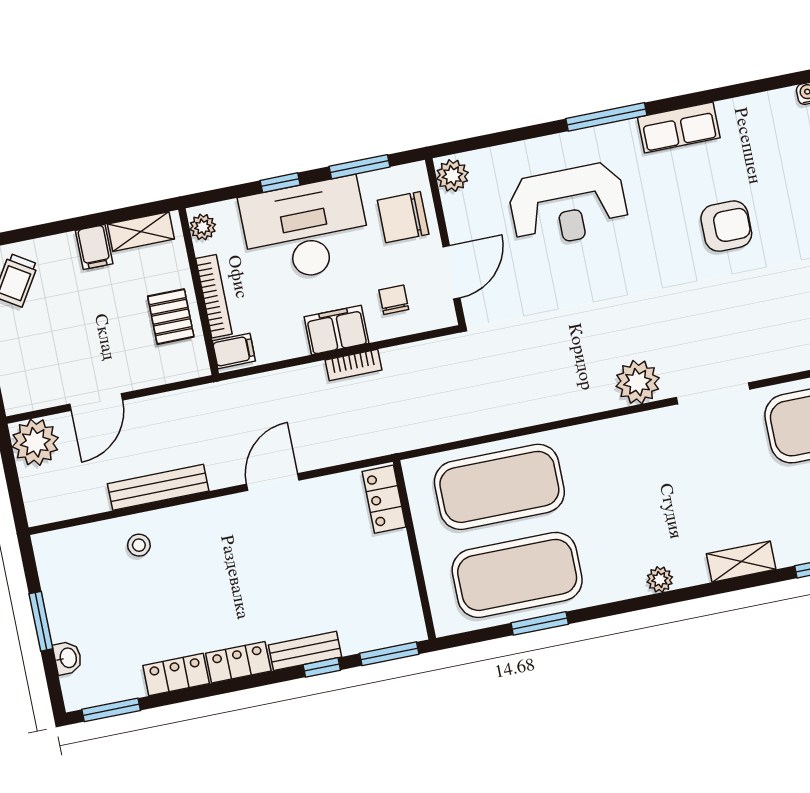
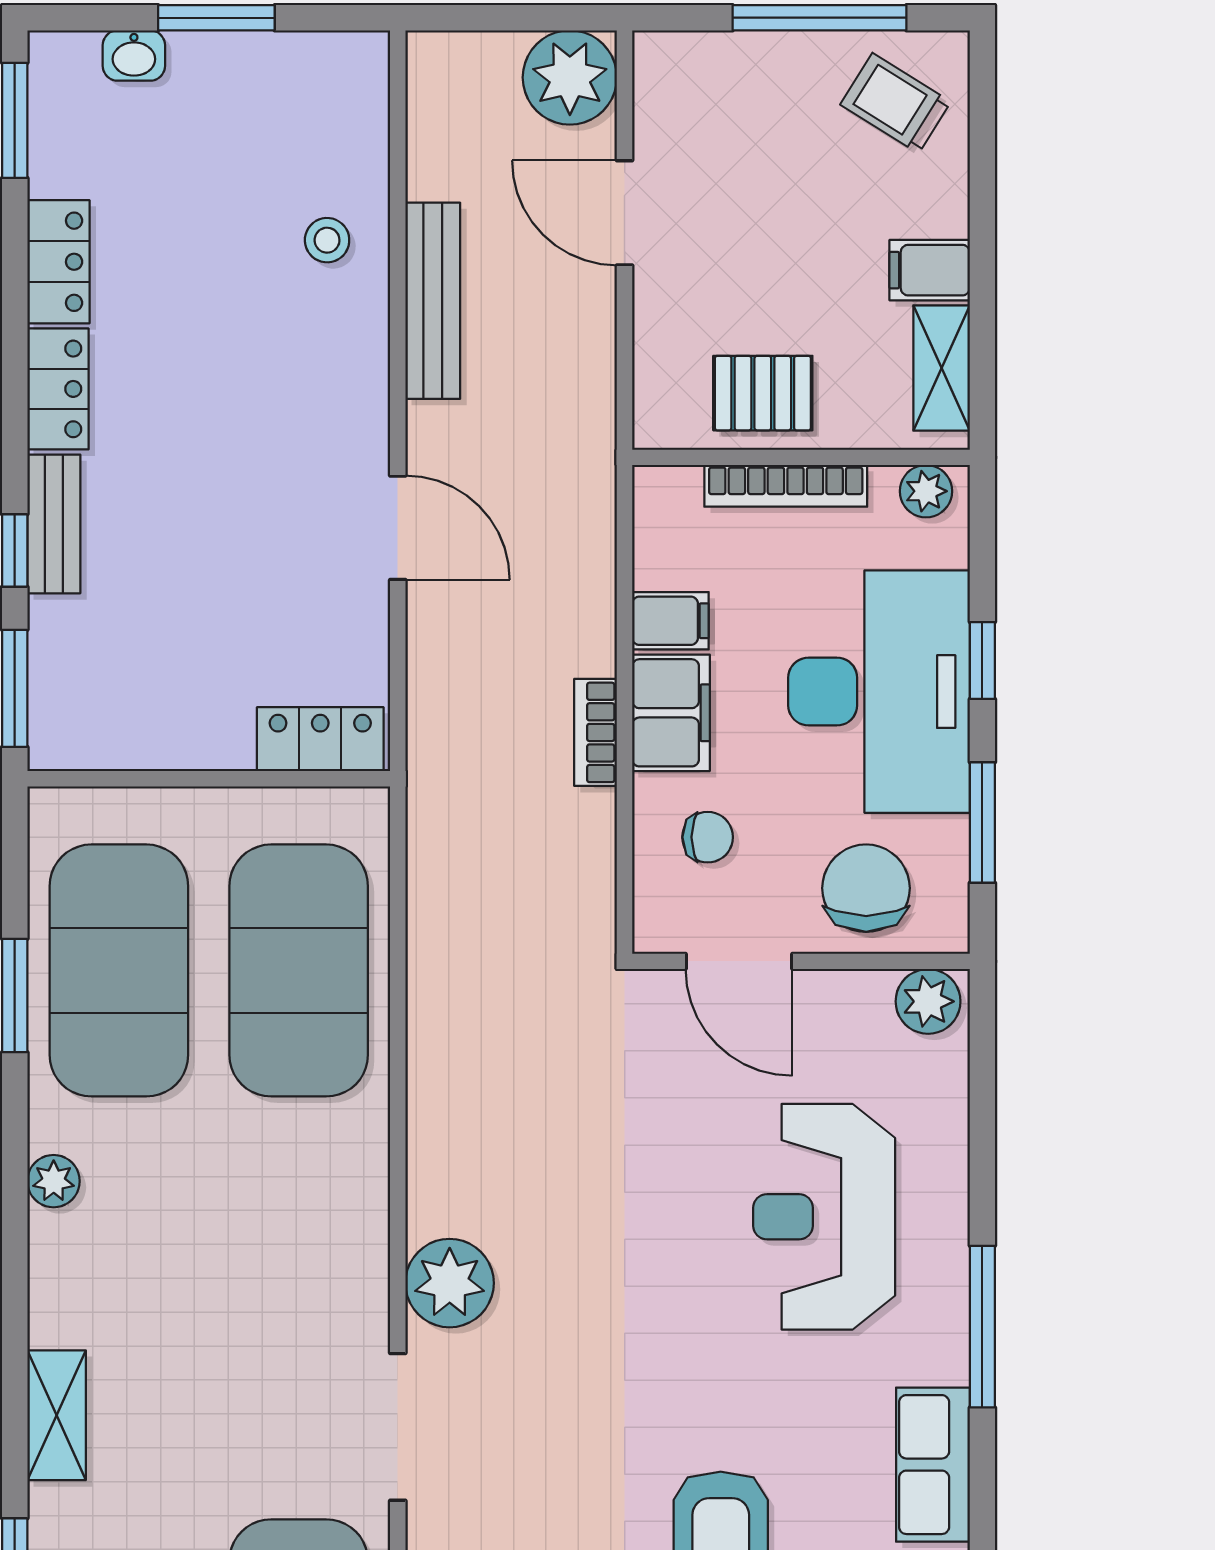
filing cabinet: (234, 351) -> (670, 621), moved, turned -90
plant: (660, 579) -> (54, 1181), moved

